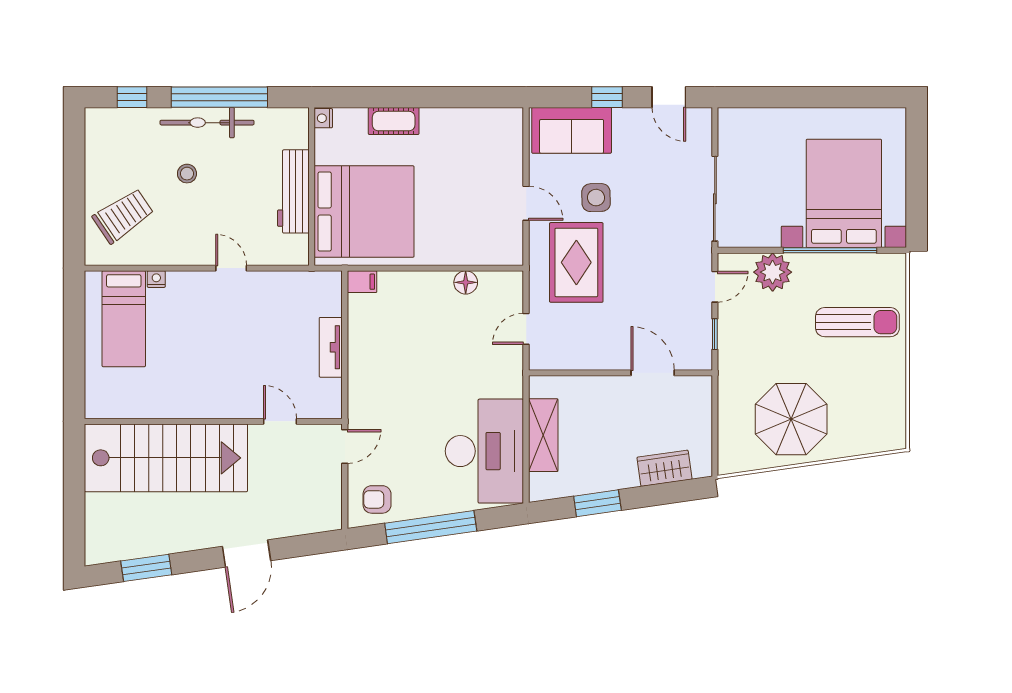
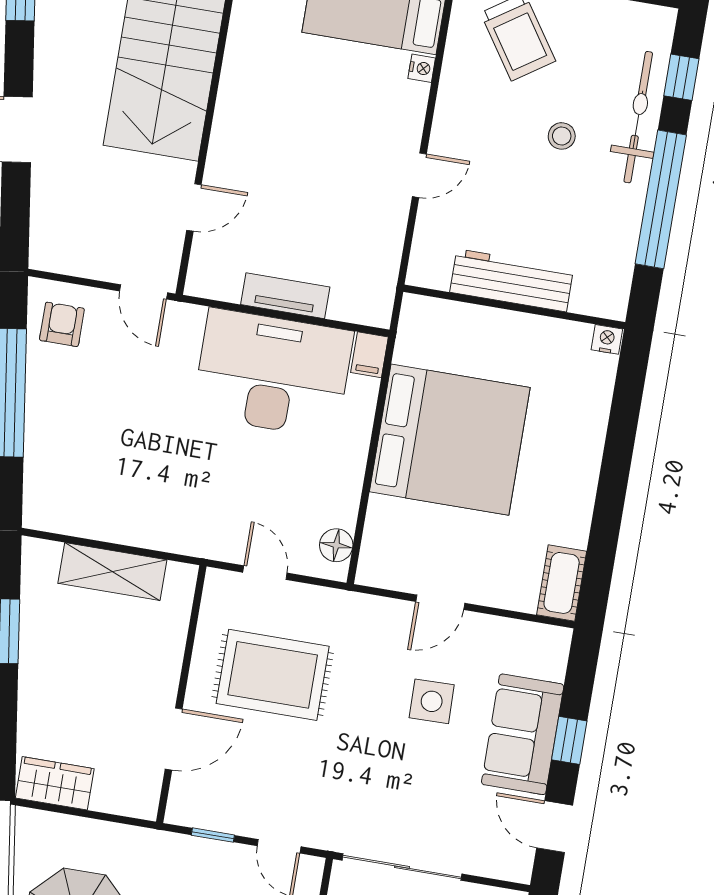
door: (669, 97) -> (555, 827), hinge flipped
cot: (394, 121) -> (562, 583), moved
bicycle: (207, 123) -> (638, 117), moved
sofa: (572, 130) -> (523, 734), moved
bed: (364, 212) -> (450, 440), moved, turned -90
rug: (576, 262) -> (273, 675), moved
floor lamp: (466, 282) -> (336, 545), moved
desk: (484, 451) -> (273, 373), moved, turned 180
wardrobe: (665, 468) -> (55, 783), moved, turned -82

